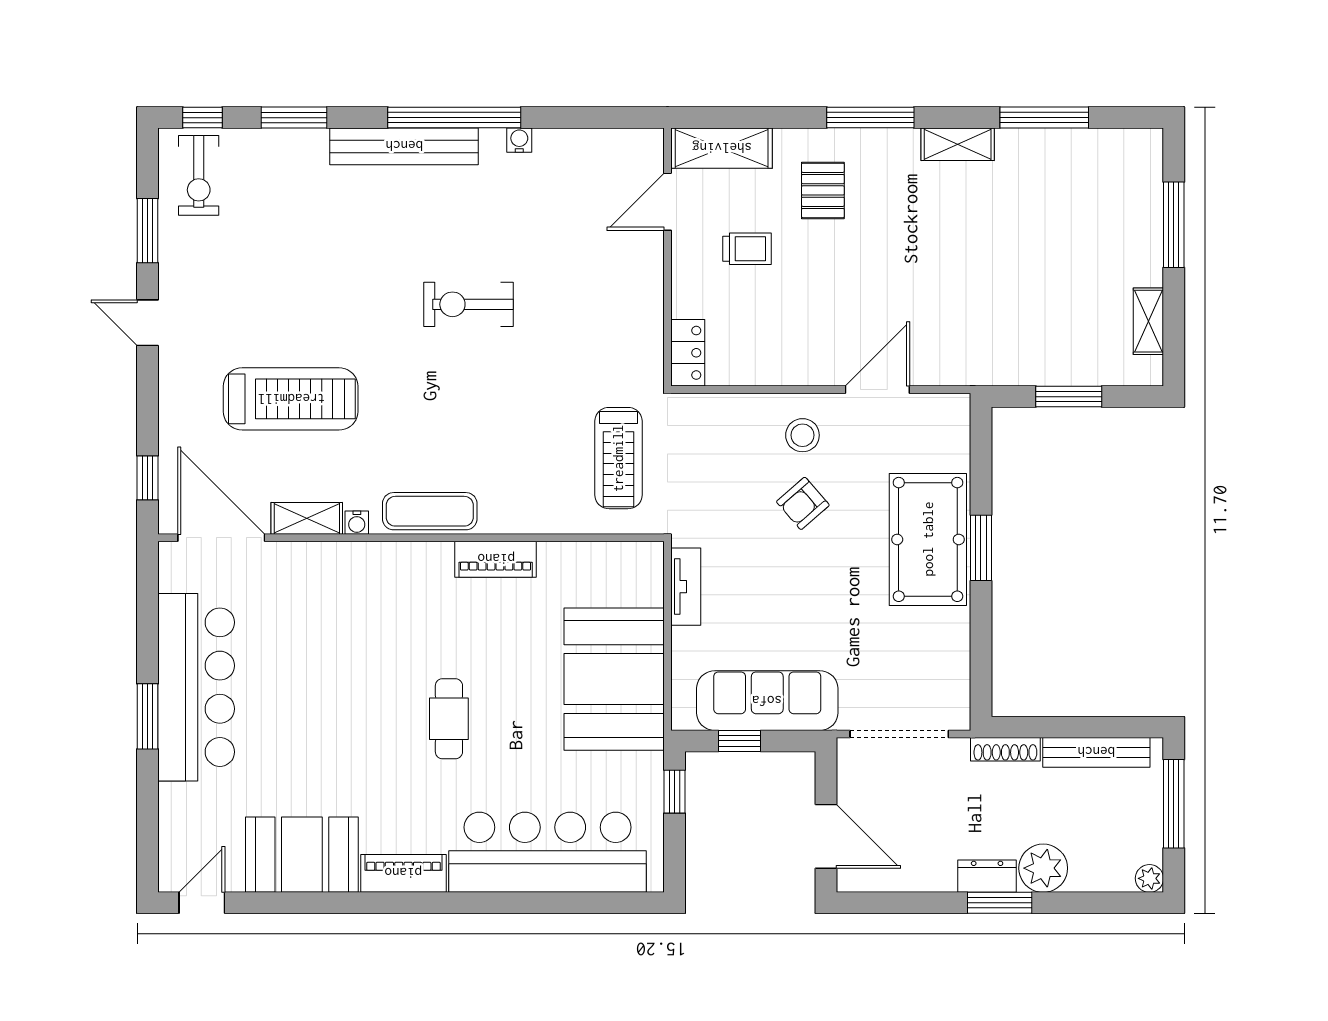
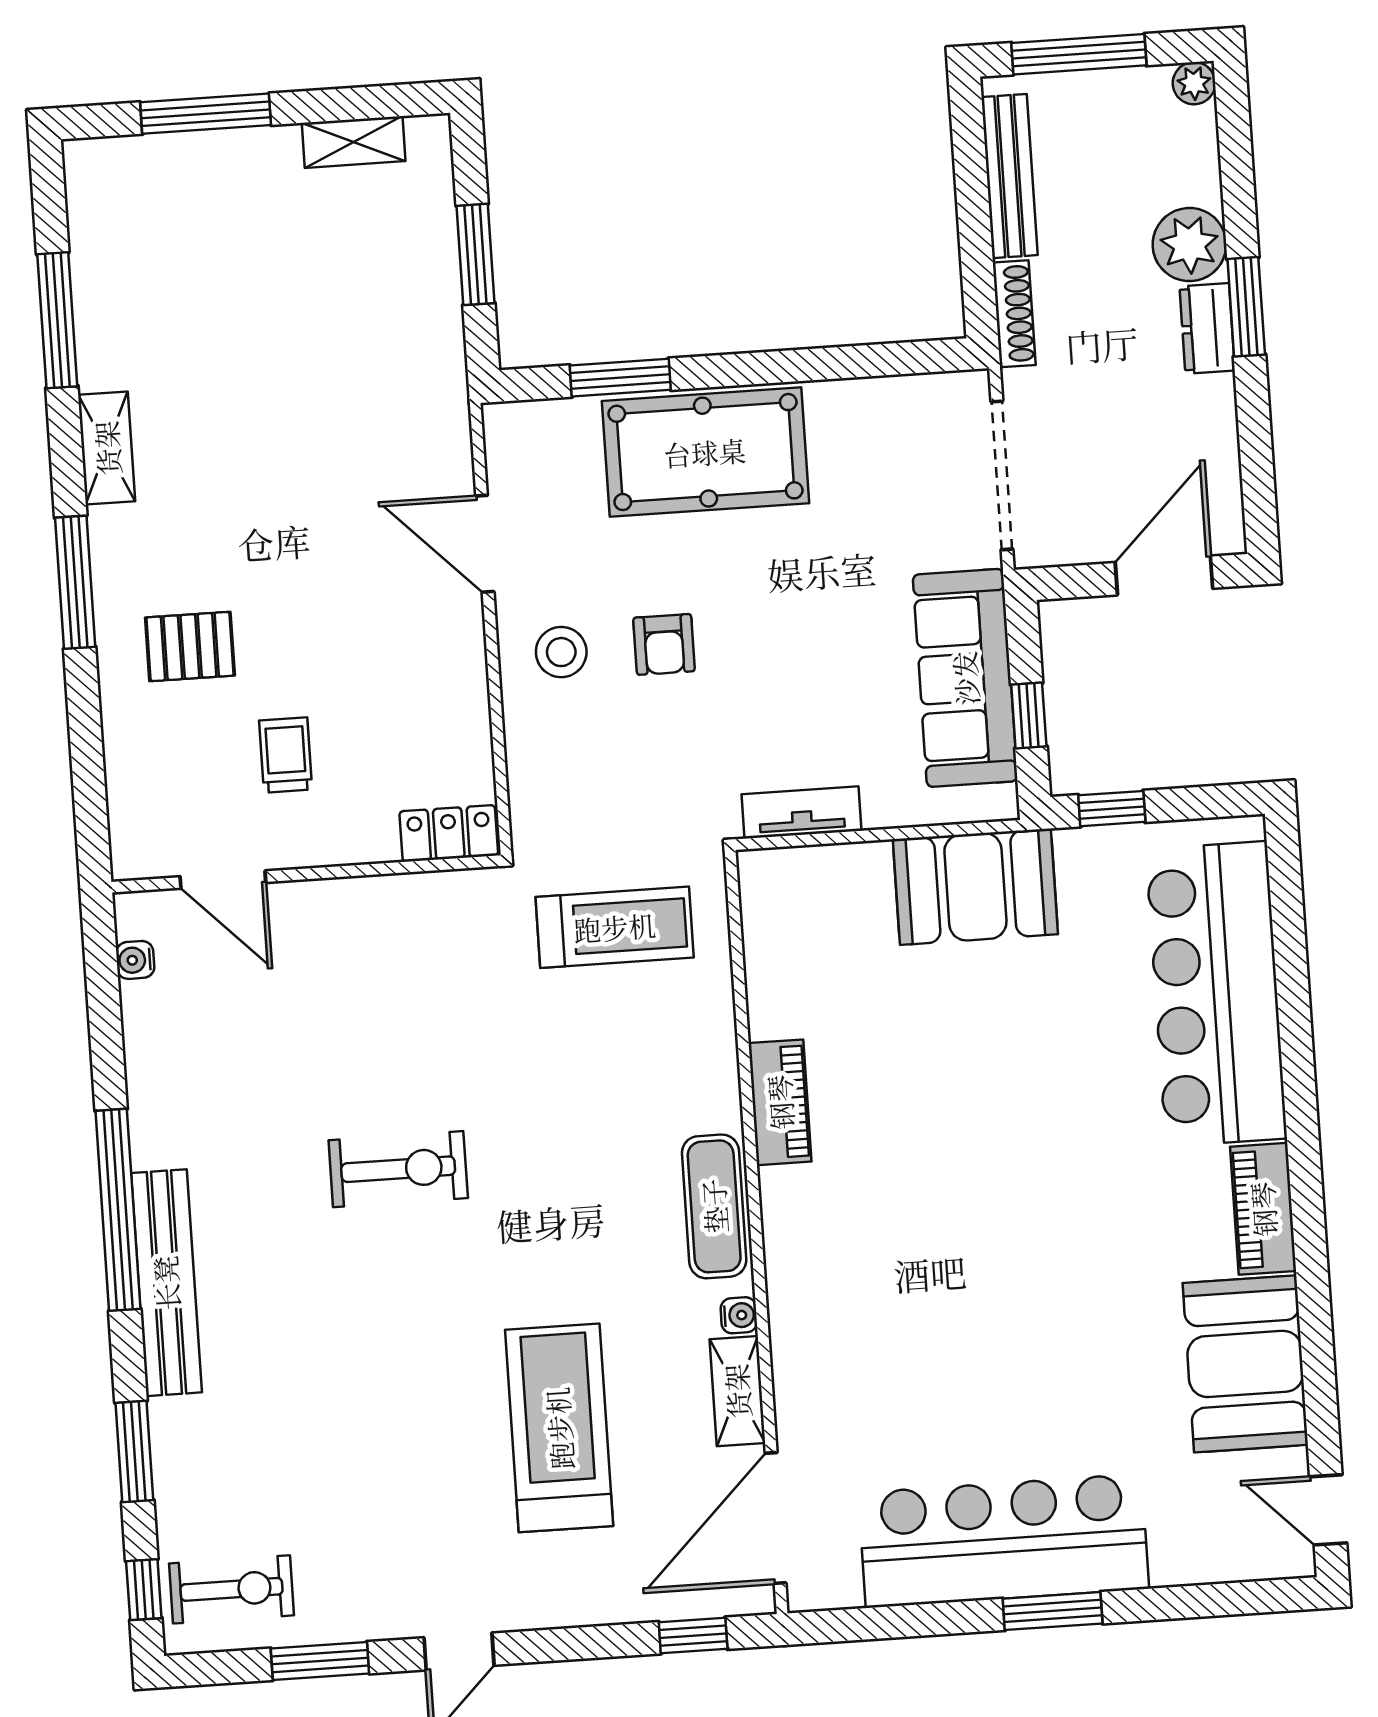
water cooler: (519, 140) -> (135, 960), moved
shelving: (722, 148) -> (137, 804), removed
exercise bike: (469, 304) -> (398, 1169), turned -90
armchair: (803, 503) -> (664, 644), turned 41
window: (981, 548) -> (620, 378), moved
booth: (614, 679) -> (975, 887), width x0.73, depth x0.70
cafe table: (449, 719) -> (1025, 1156), removed

